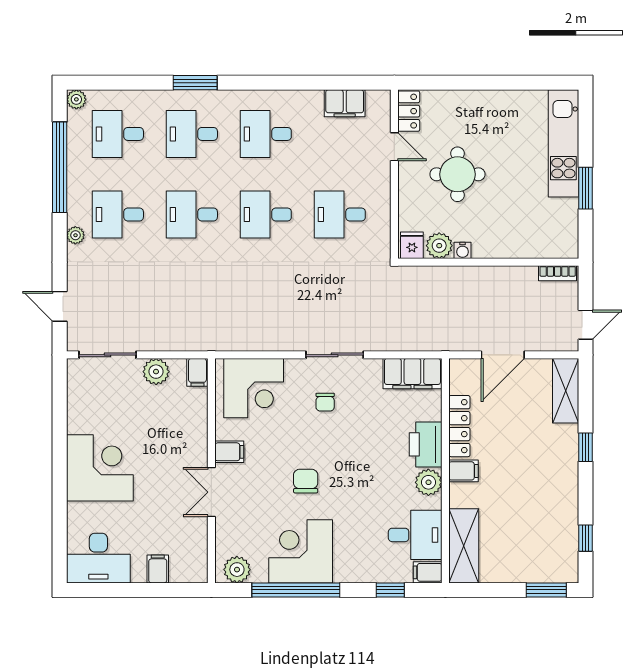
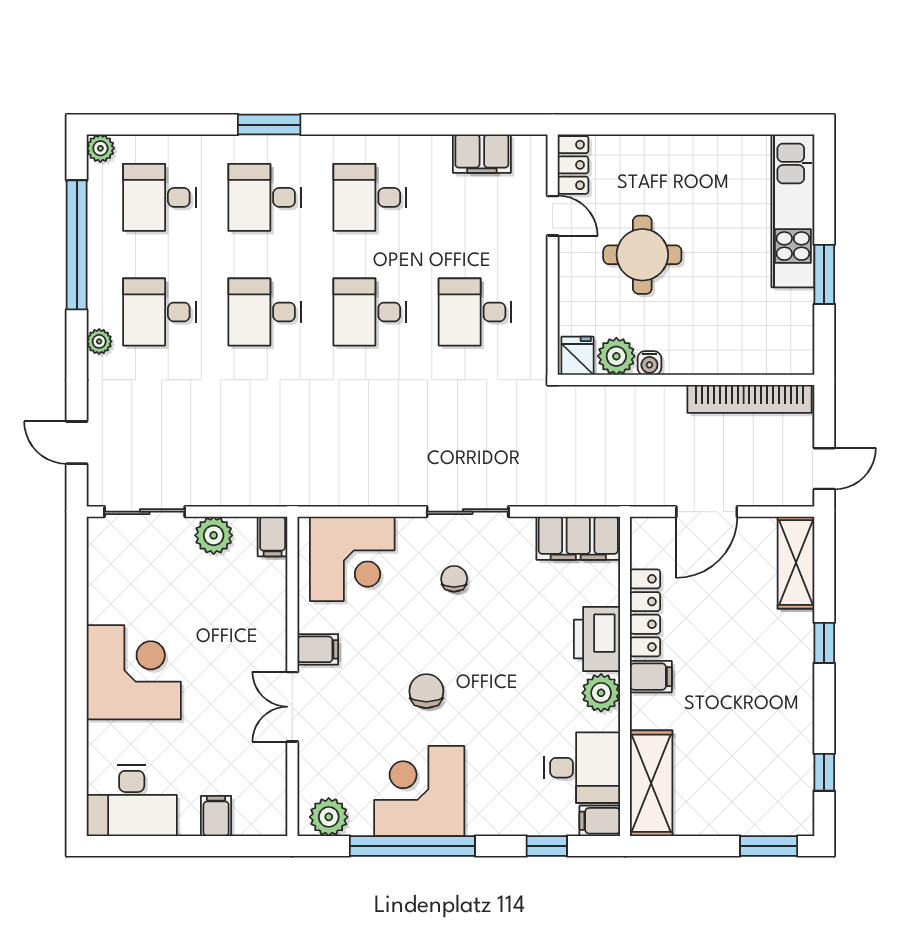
bookcase: (558, 273) -> (749, 399), width x2.31, depth x1.31
chair: (325, 402) -> (454, 579), turned 180

